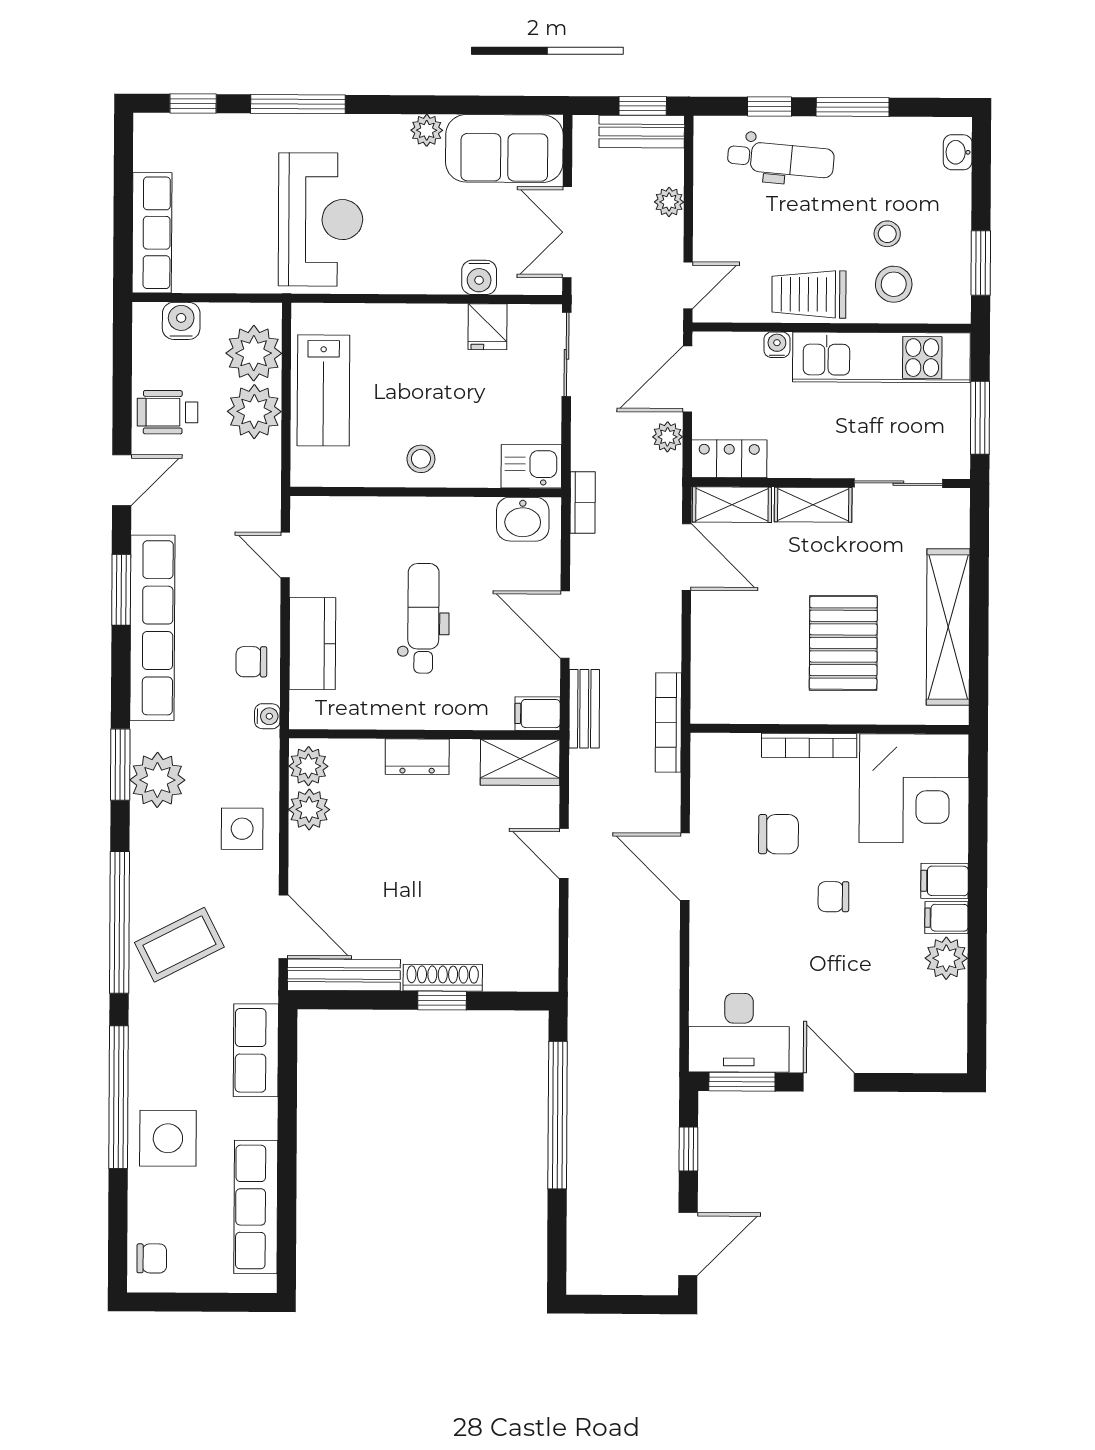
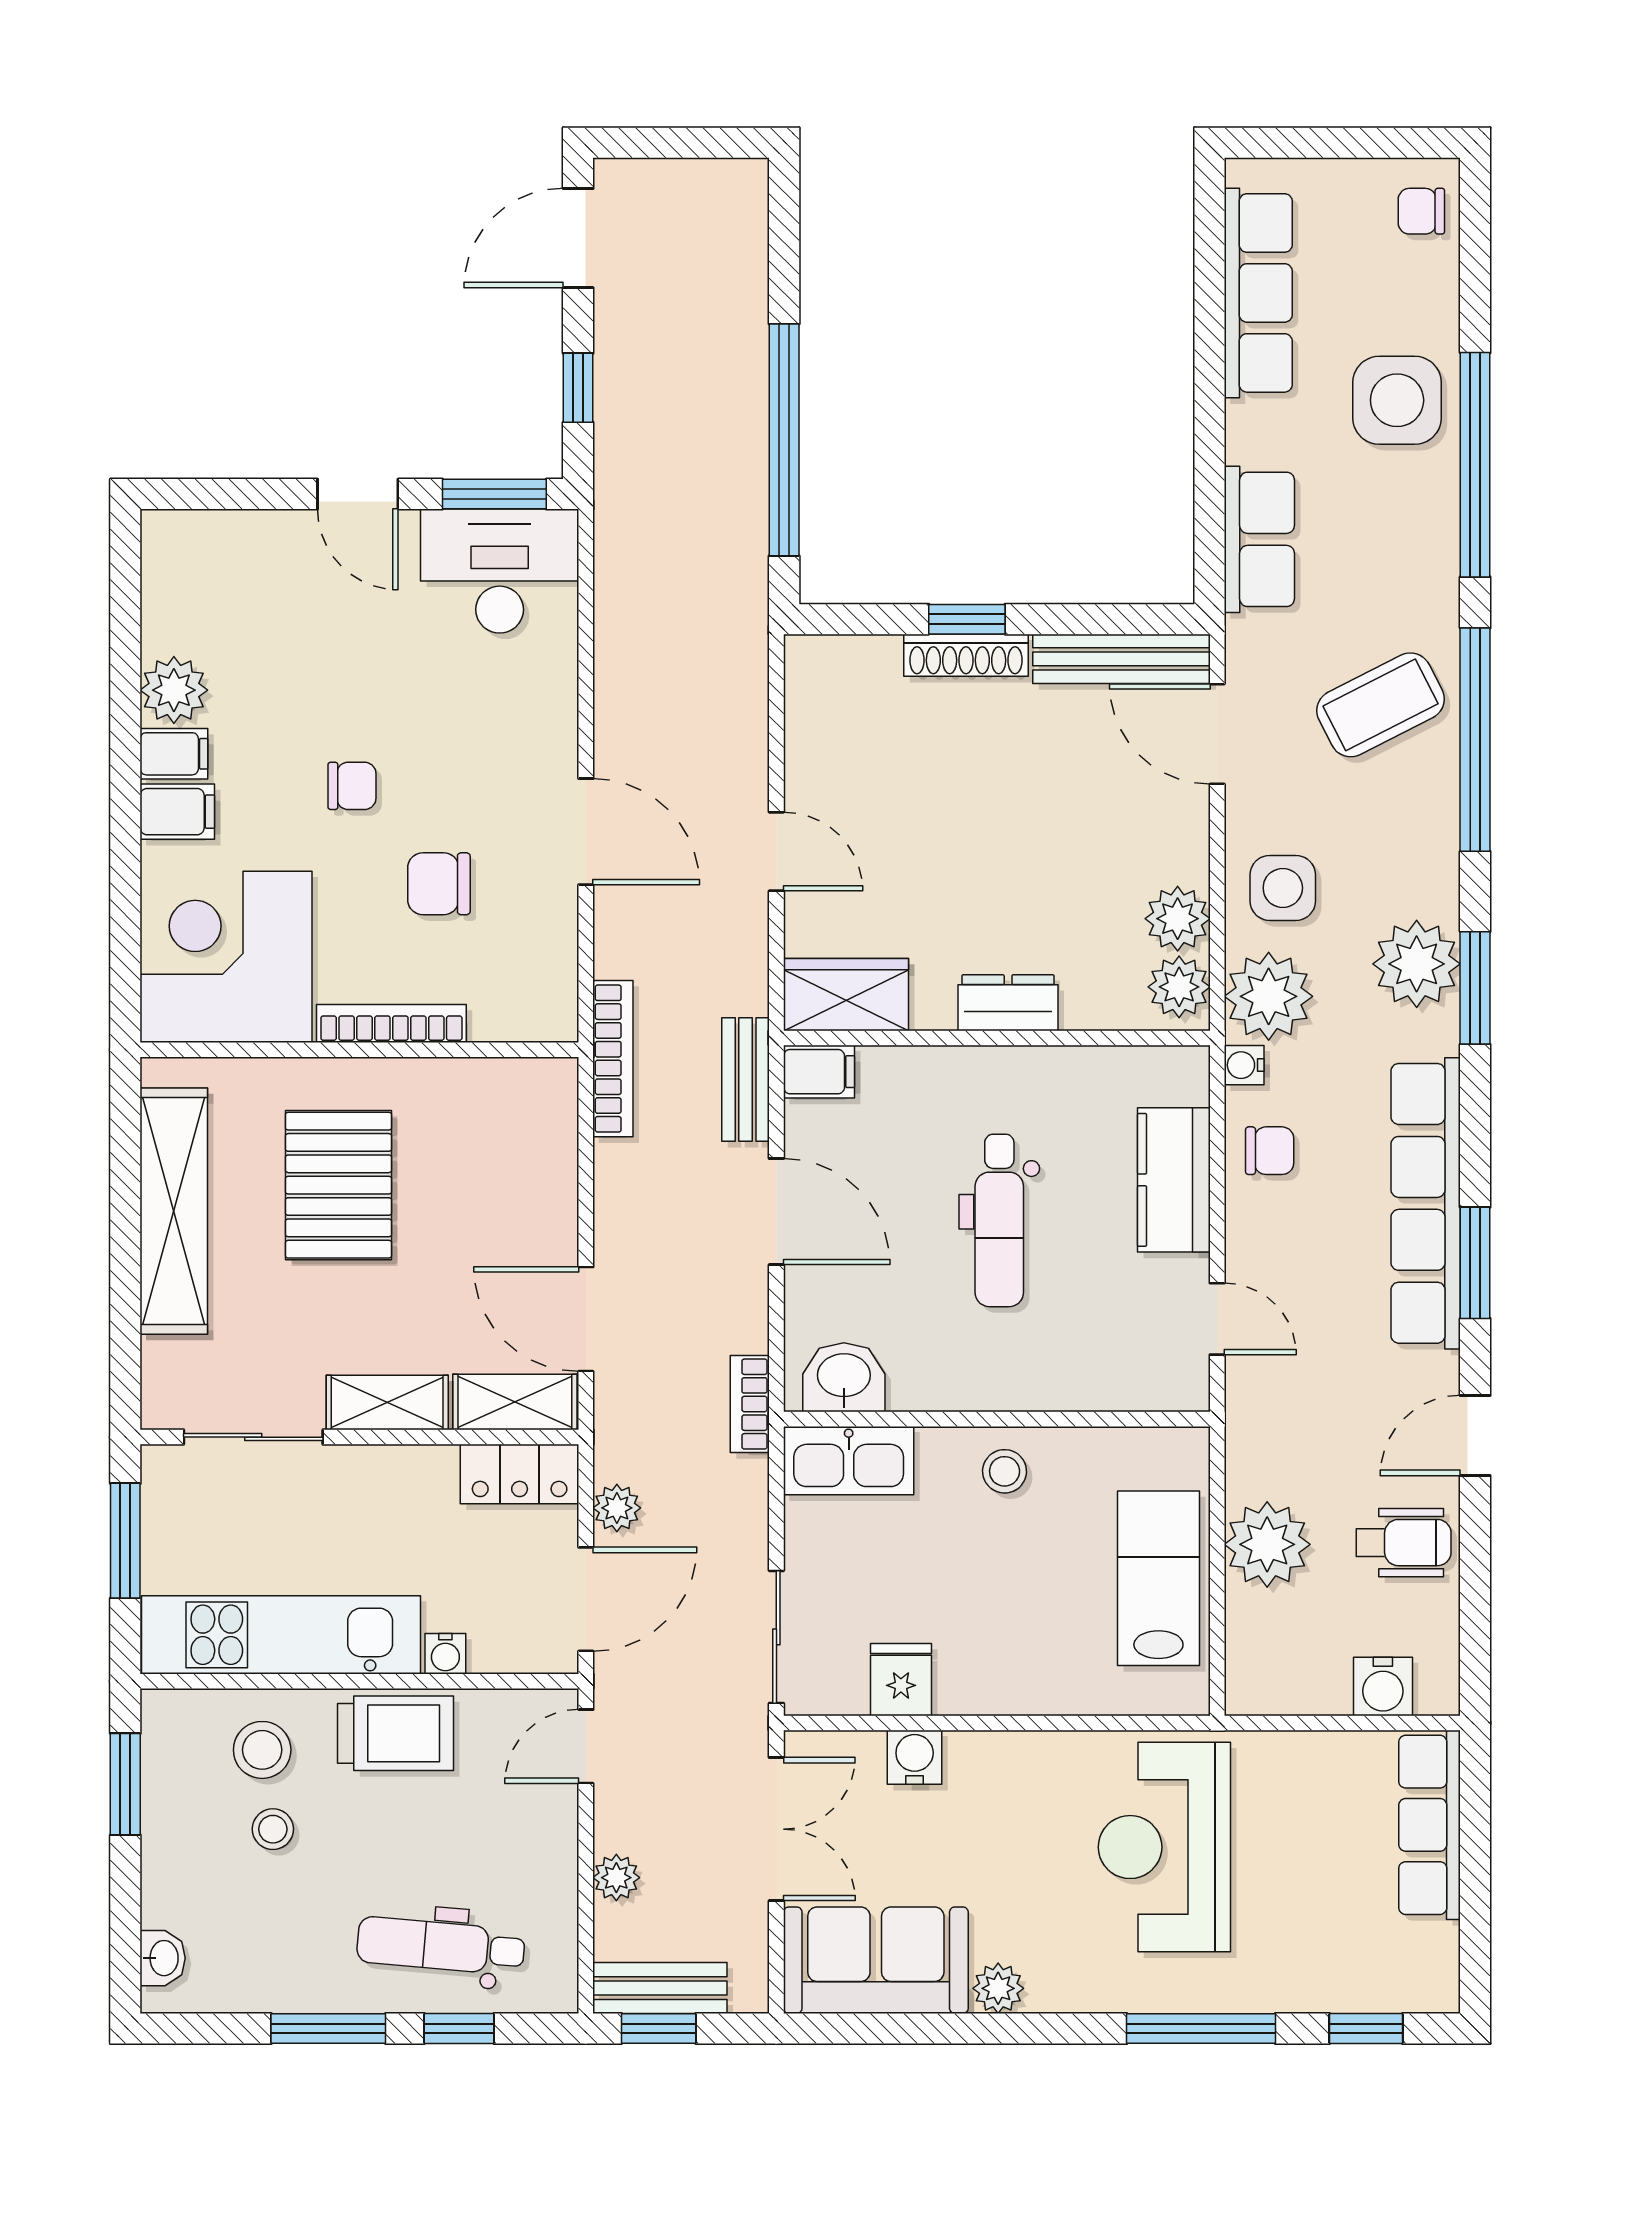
plant: (254, 353) -> (1269, 996), moved
kitchen sink: (531, 466) -> (849, 1461), width x1.38

